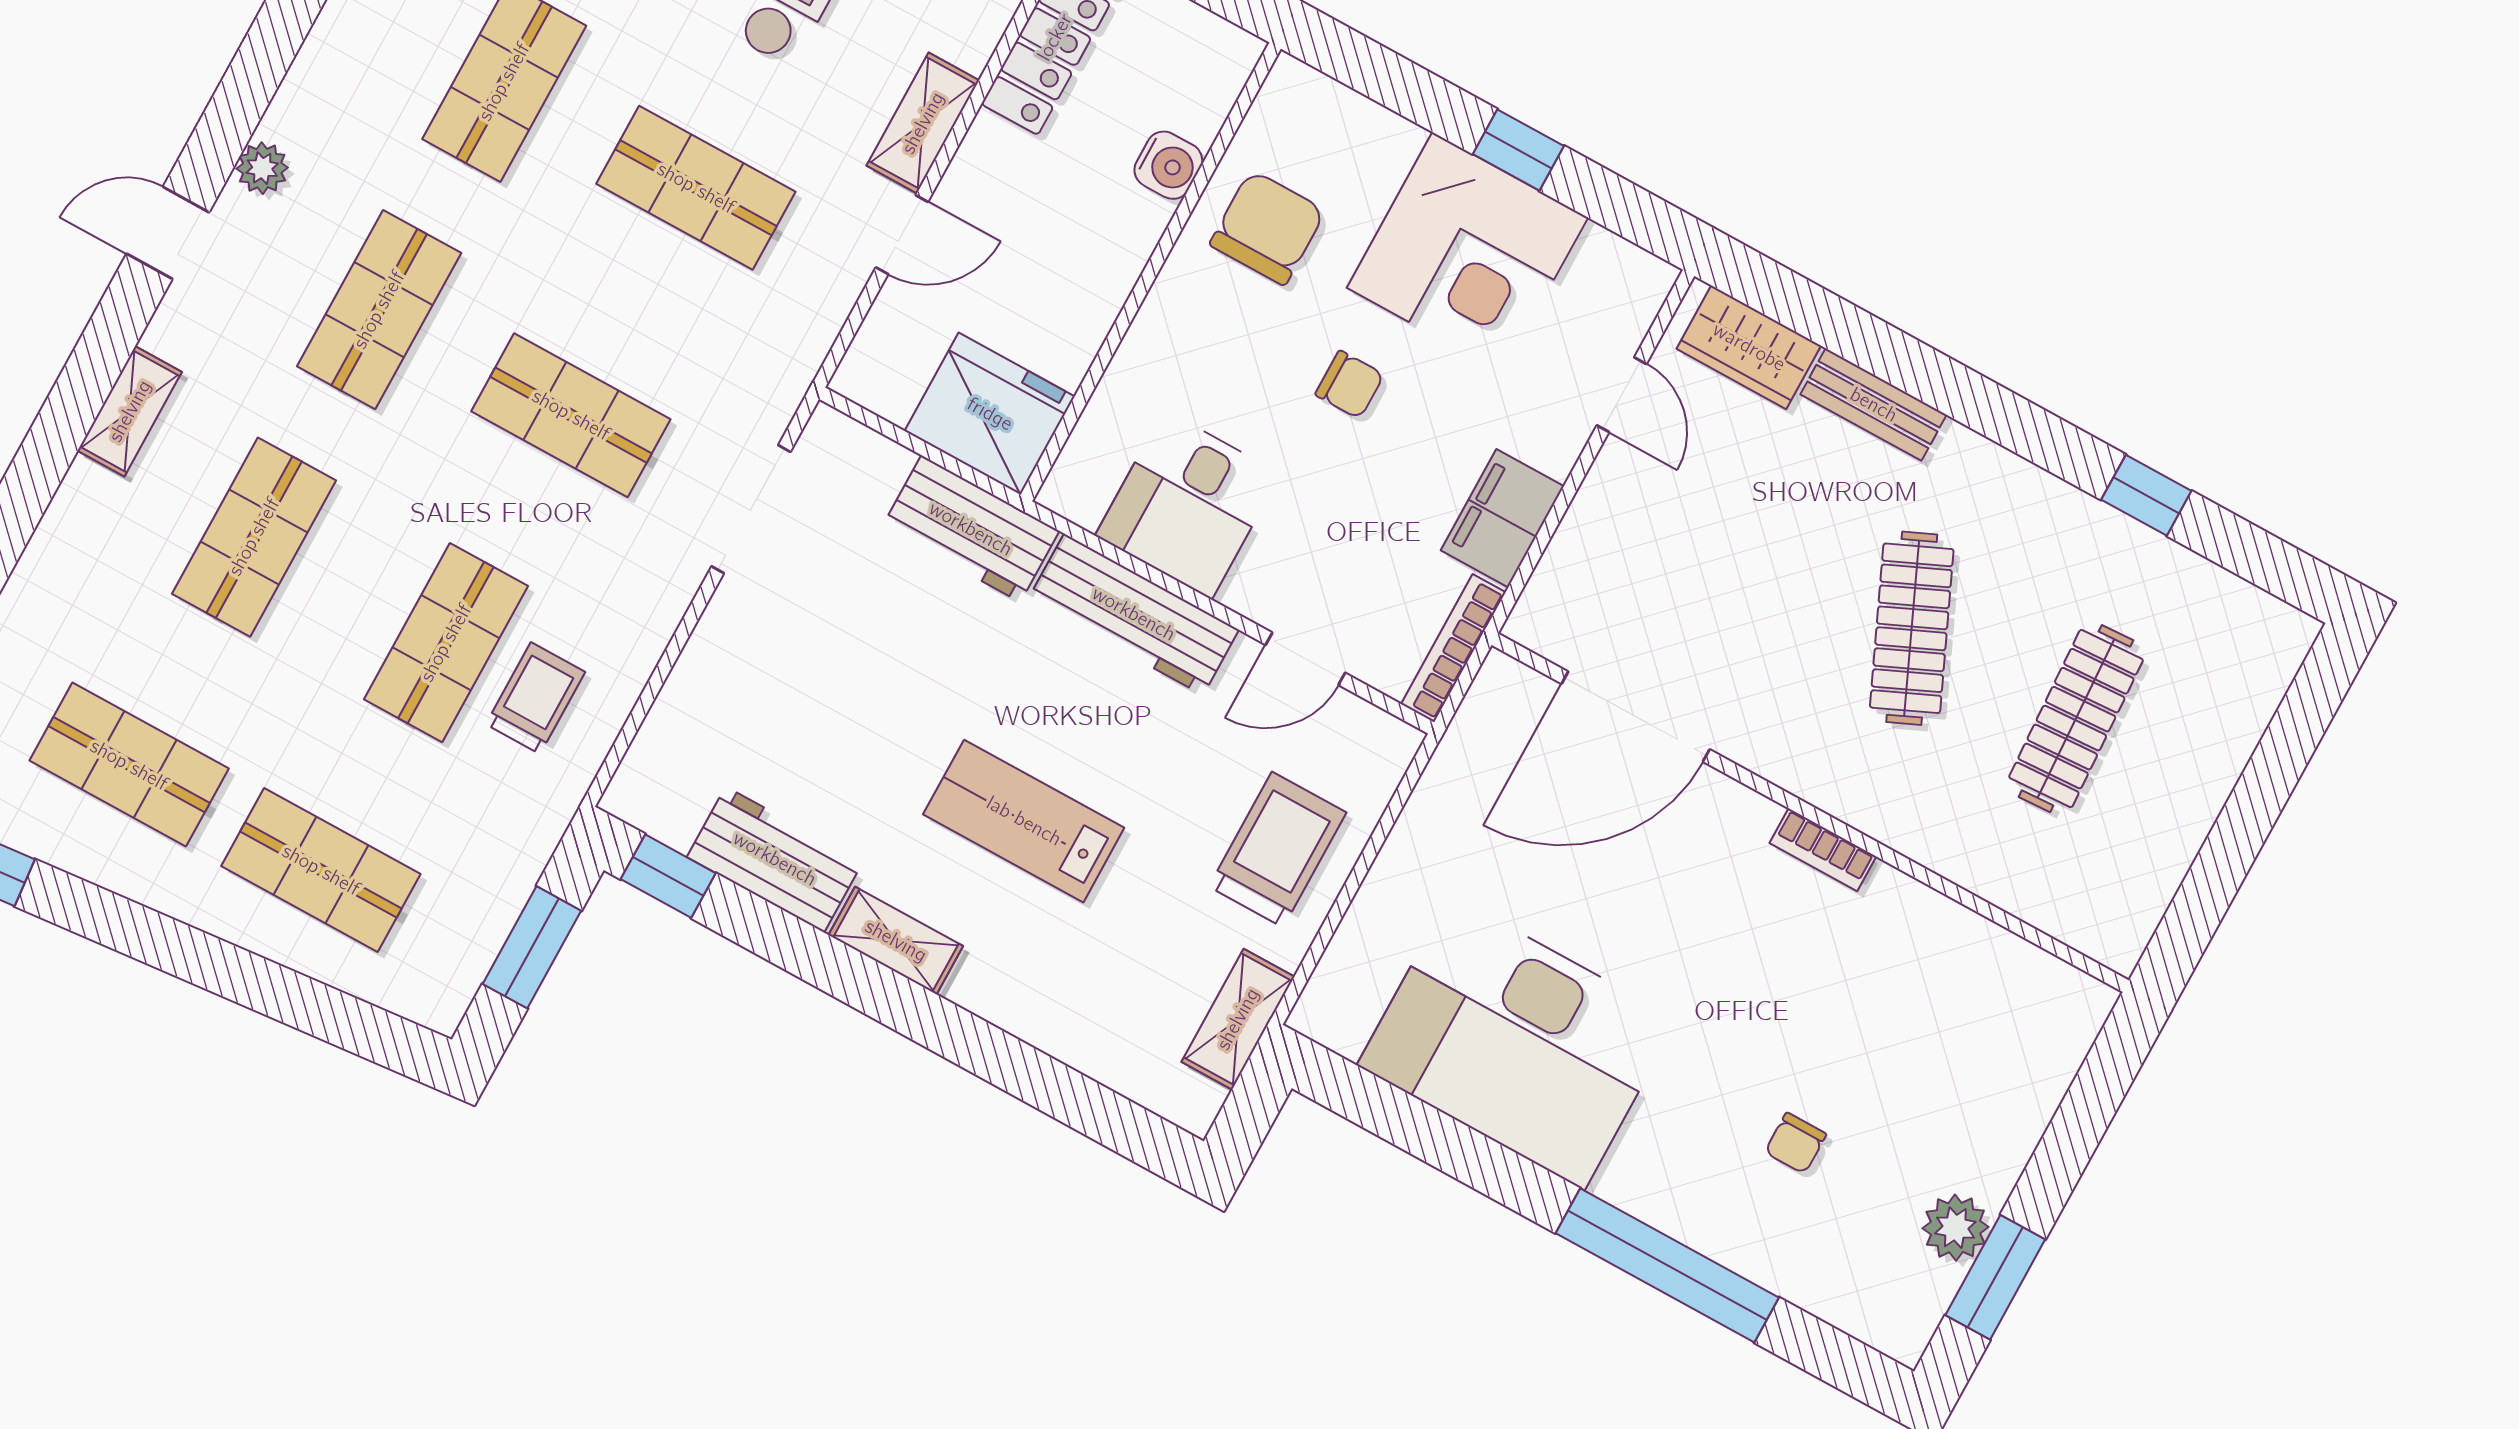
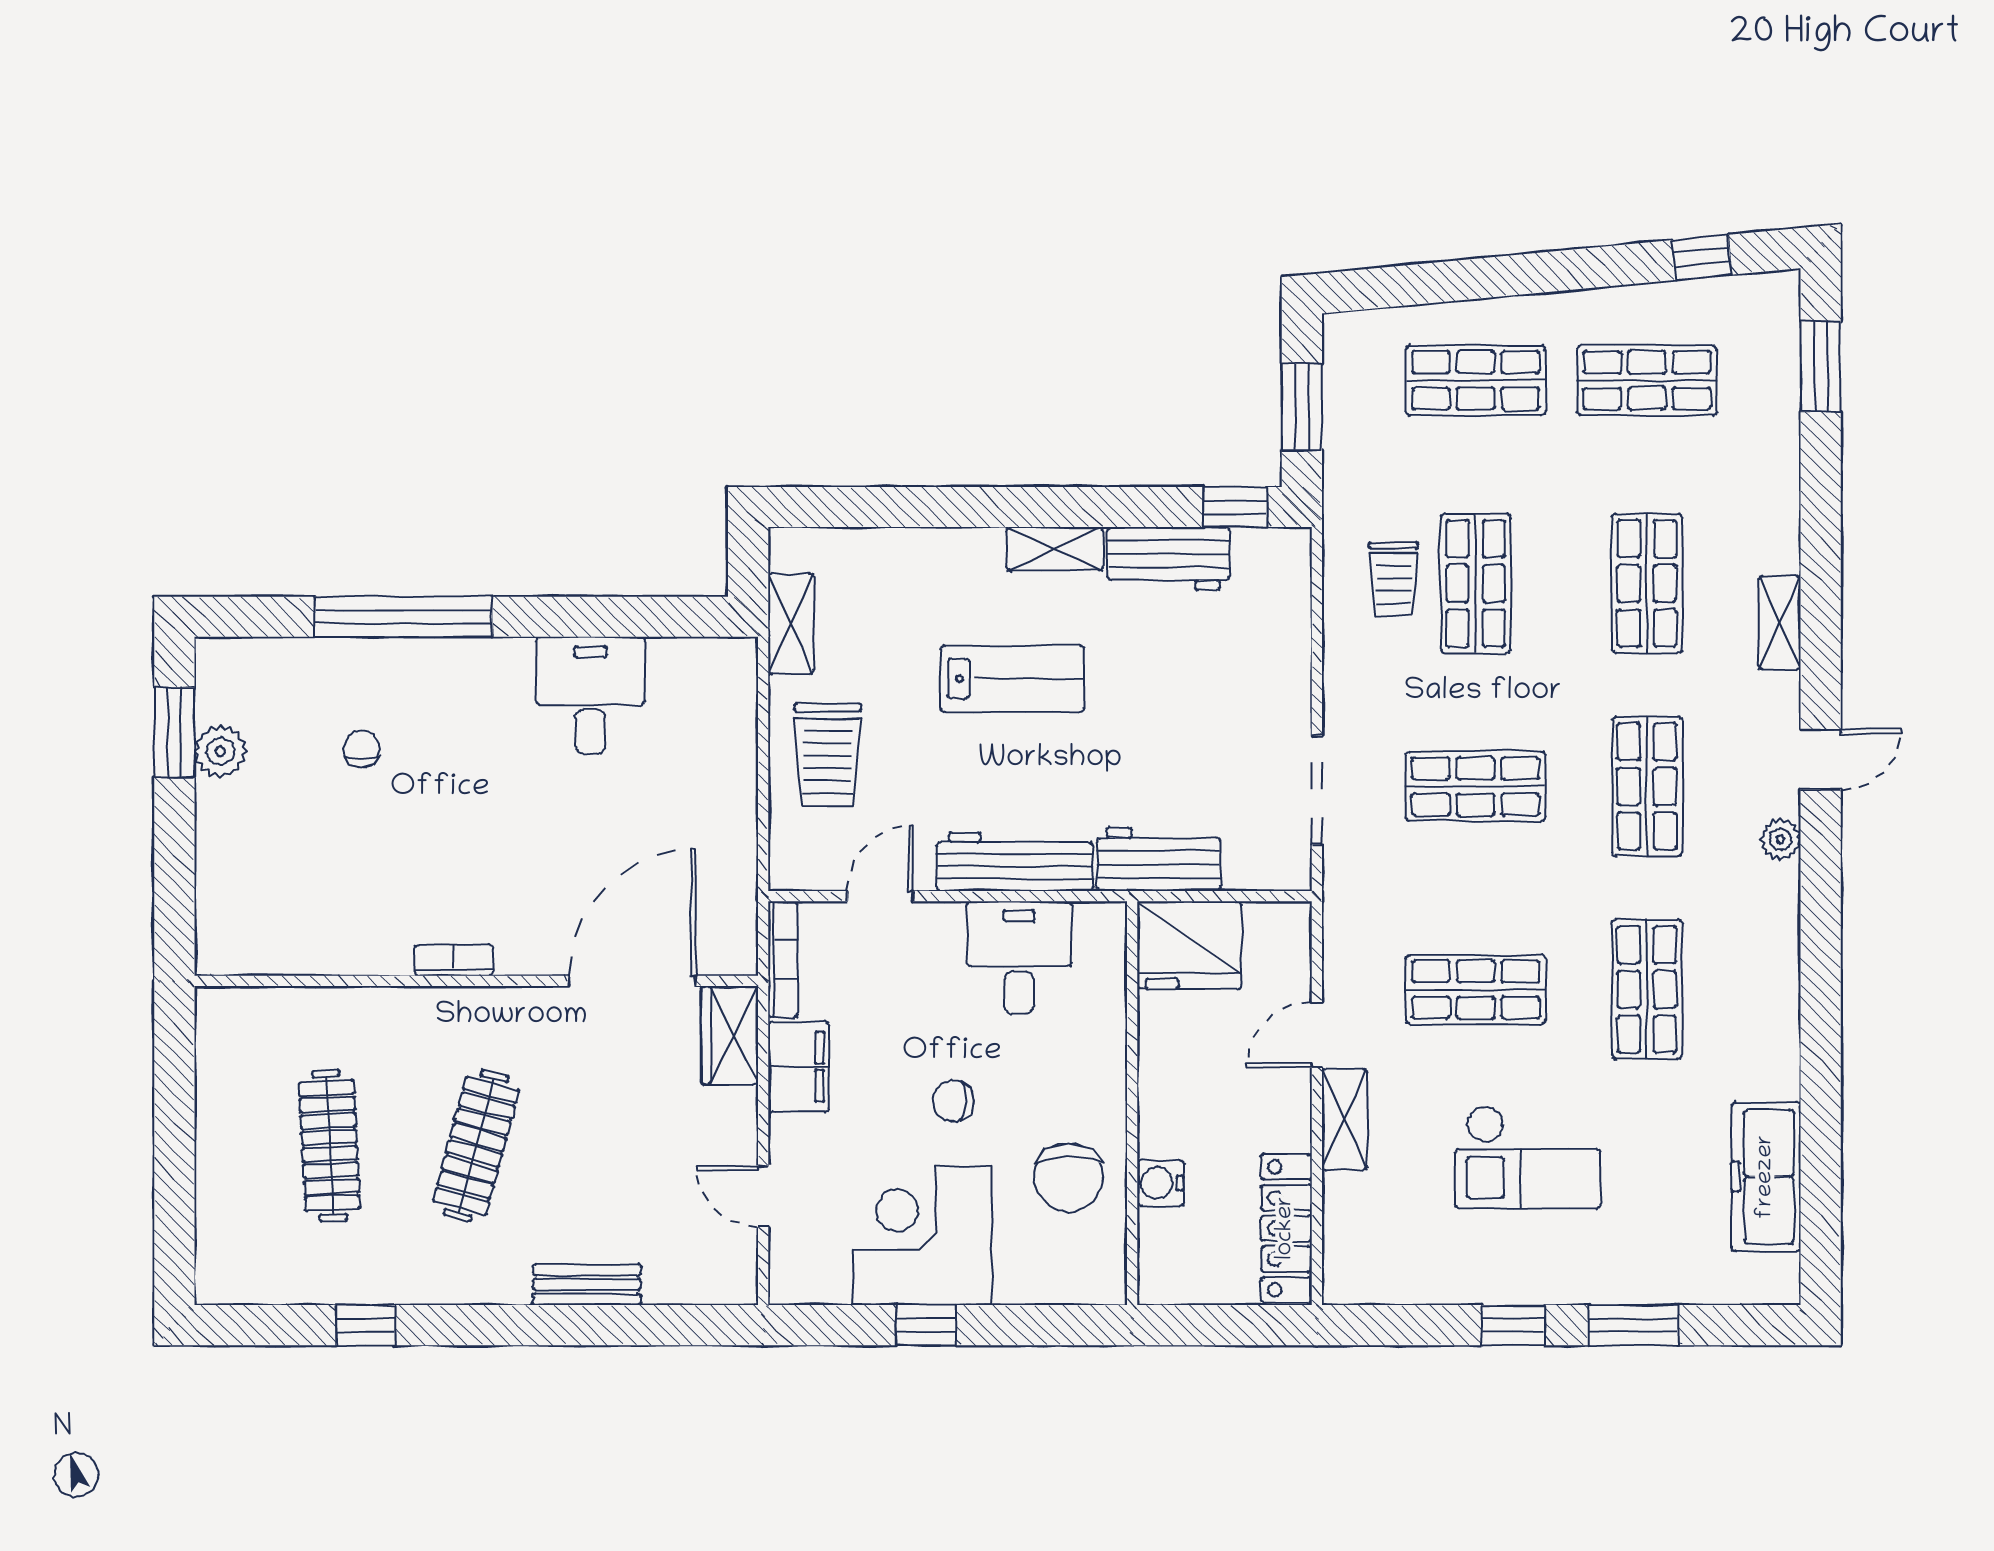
wardrobe: (1749, 347) -> (730, 1035), moved, turned -90
clothes rail: (1912, 628) -> (476, 1146), turned 39
desk: (1517, 1043) -> (590, 695), width x0.53, depth x0.77

